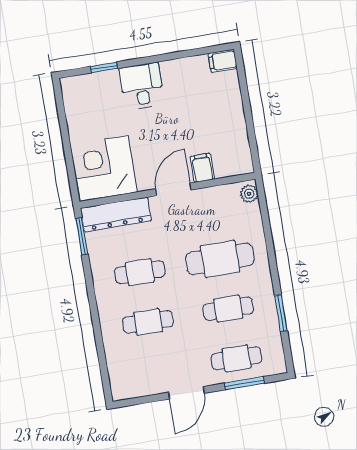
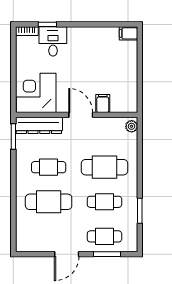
bookcase: (76, 82) -> (27, 31), added
desk: (142, 86) -> (53, 41), moved
door: (173, 189) -> (81, 115), hinge flipped
cafe table: (148, 322) -> (49, 202), width x1.37, depth x1.35

